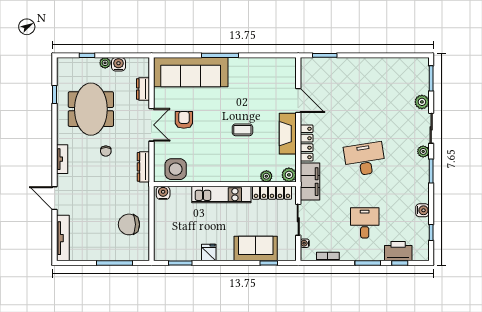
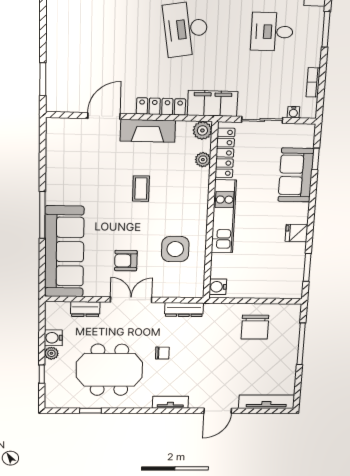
side table: (176, 169) -> (175, 249), moved

